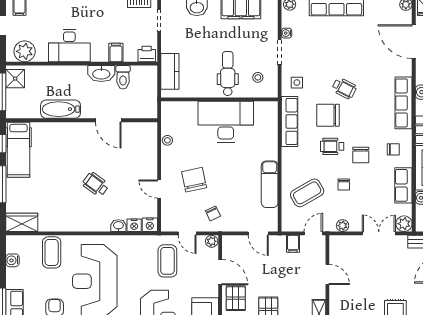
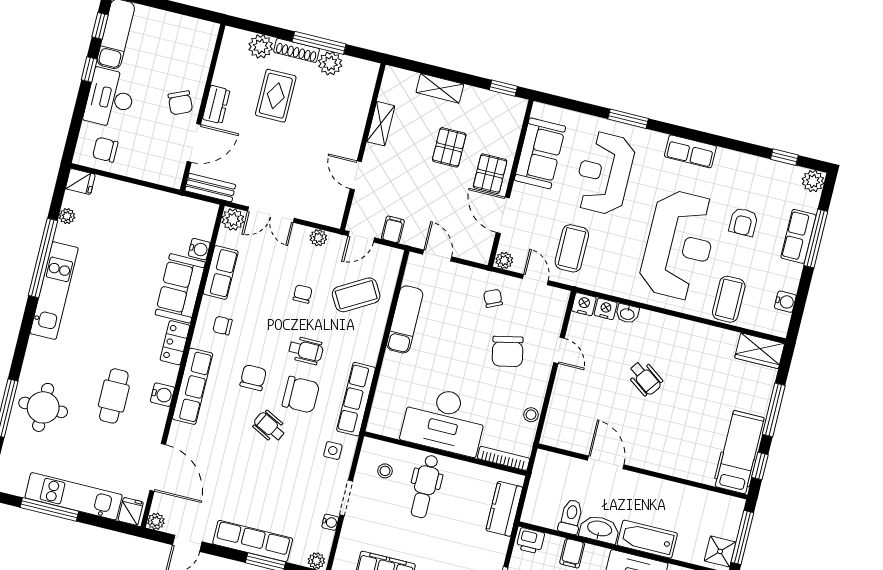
bookcase: (179, 106) -> (503, 458), added
bathtub: (61, 109) -> (647, 539), moved, turned 180
chair: (361, 155) -> (253, 378), moved

